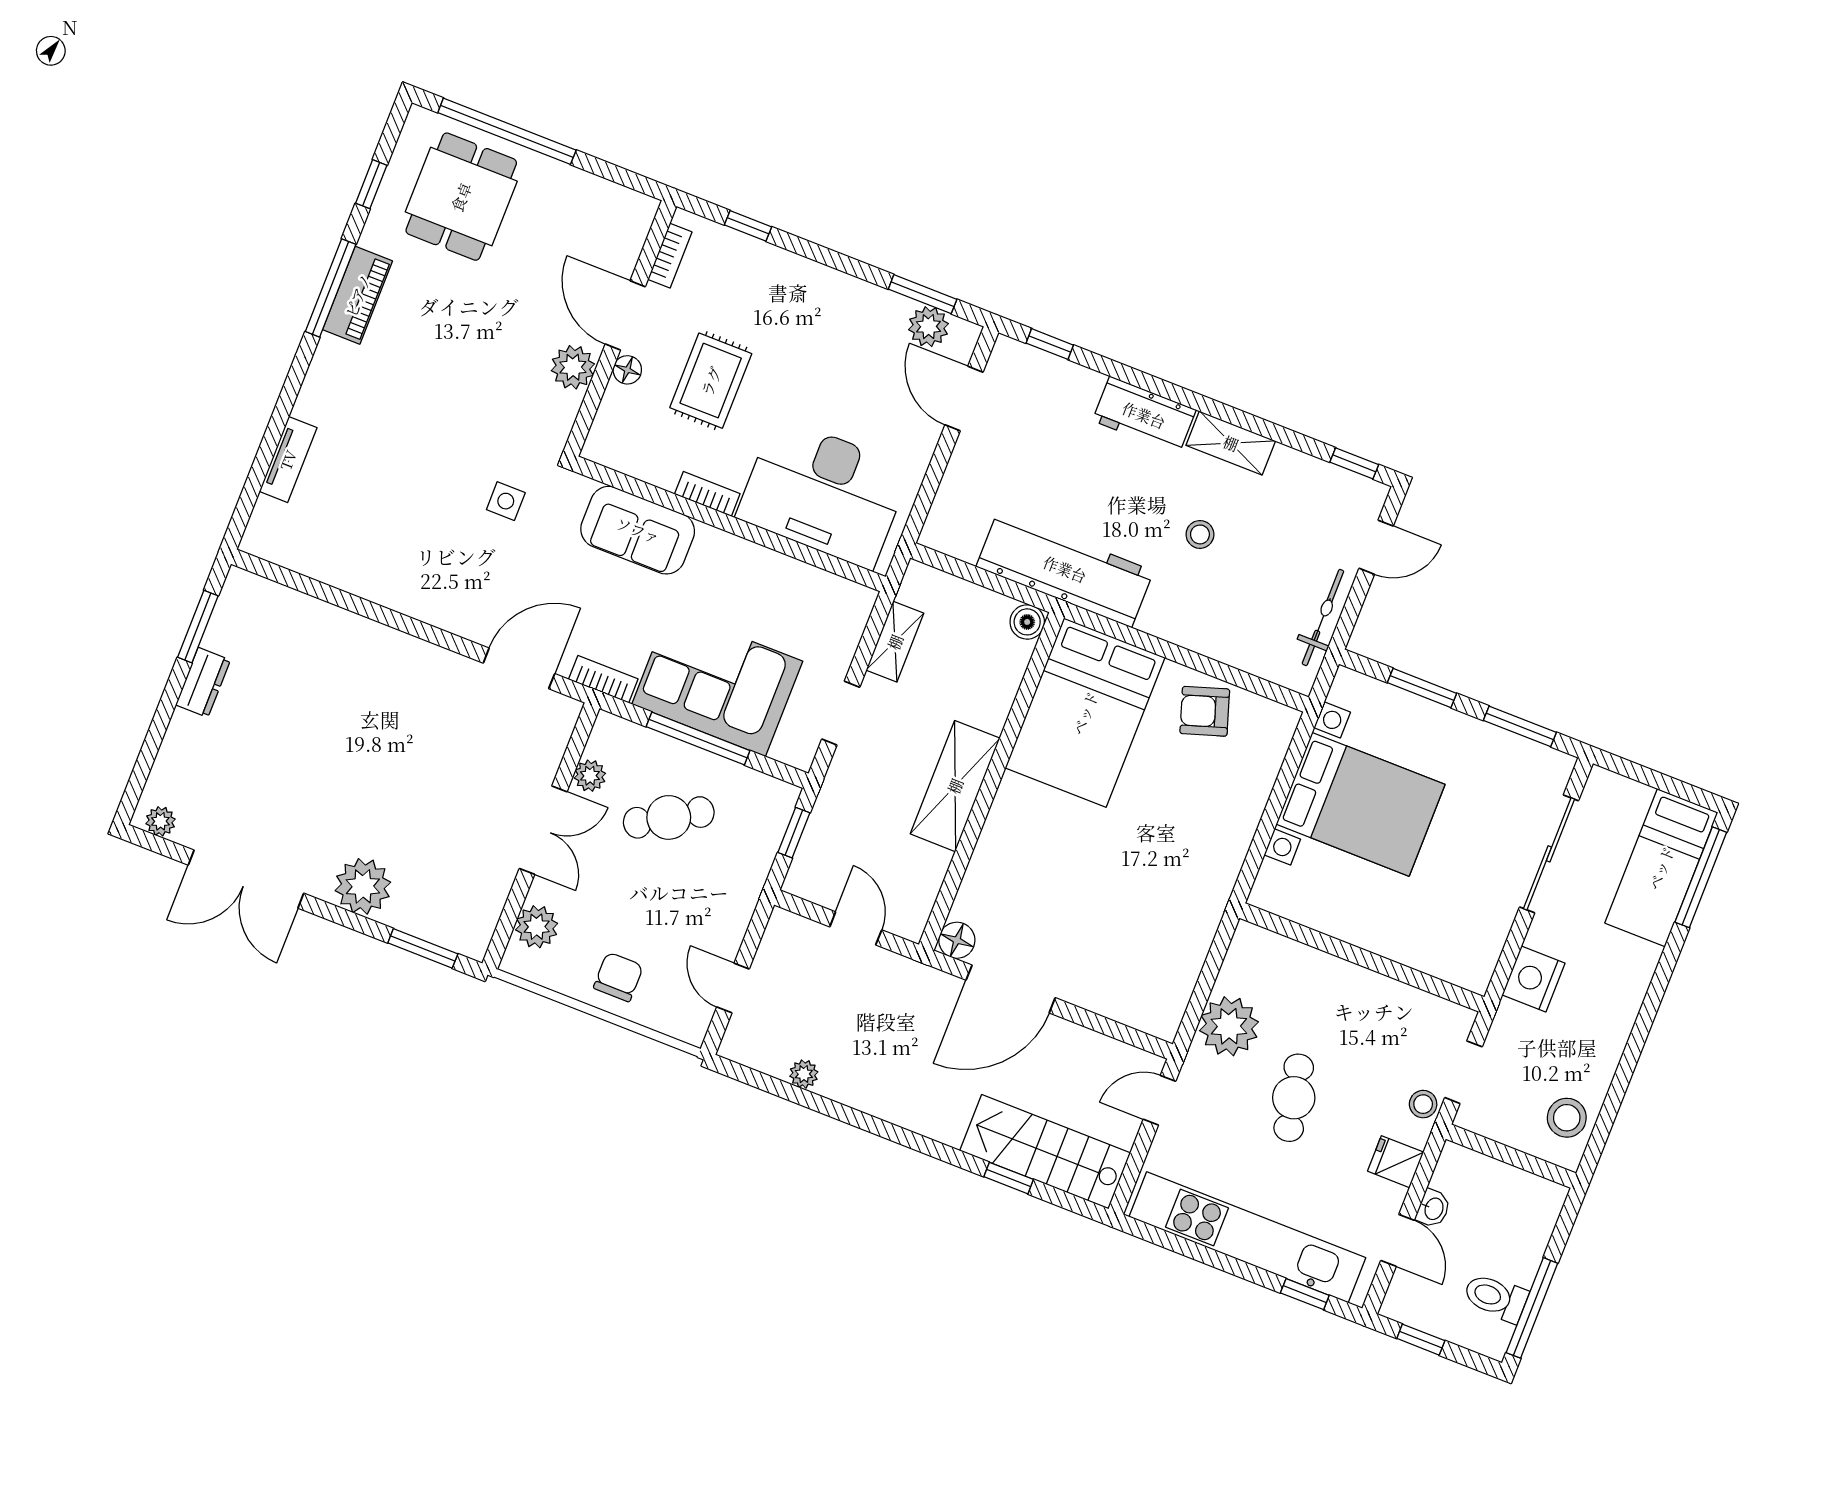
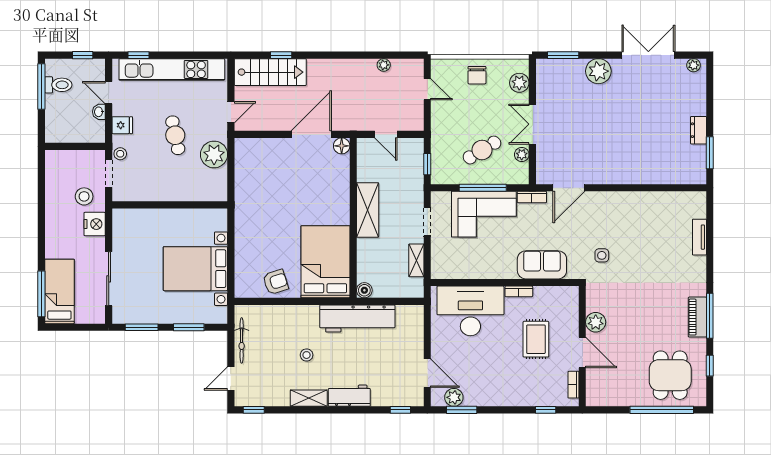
floor lamp: (627, 370) -> (573, 330), removed
stool: (1567, 1118) -> (84, 196), moved

